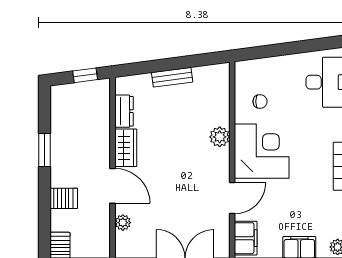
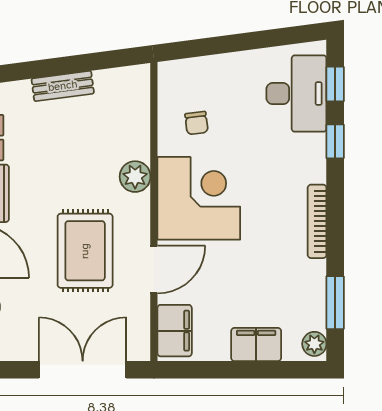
chair: (260, 102) -> (196, 123), turned 83
rug: (187, 186) -> (85, 251), added

